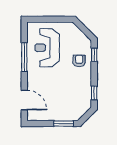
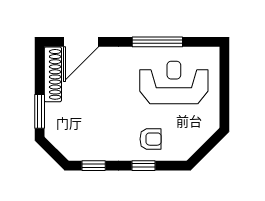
window: (94, 55) -> (144, 166), moved
shoe rack: (43, 116) -> (53, 74), added

